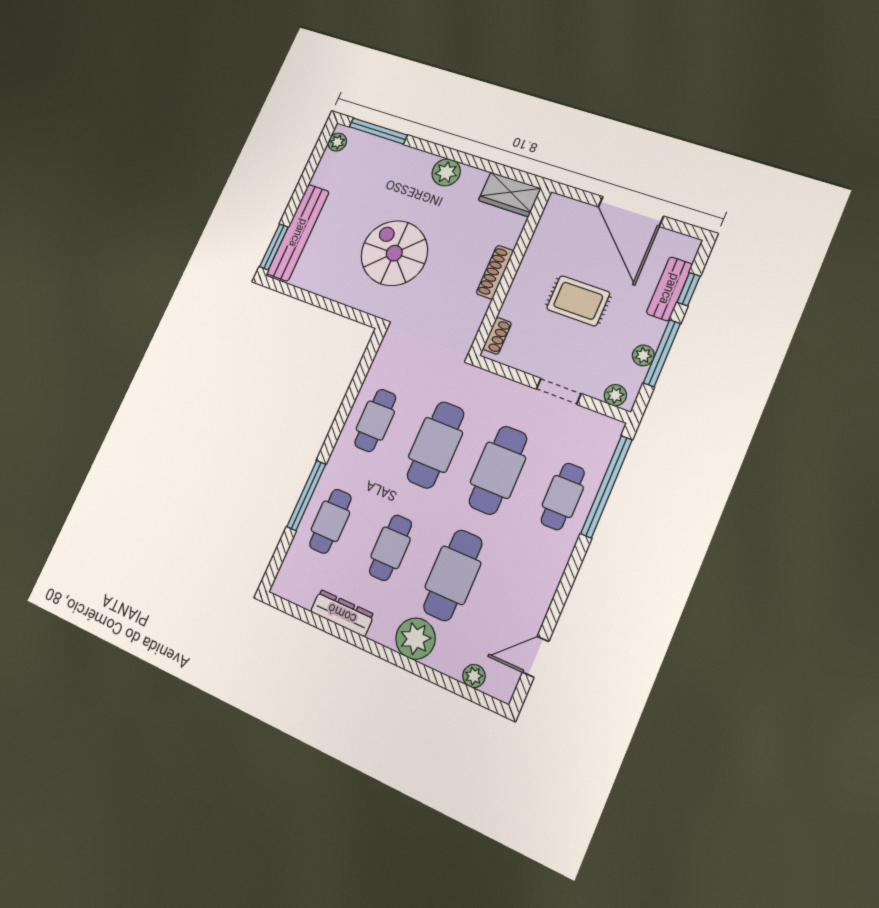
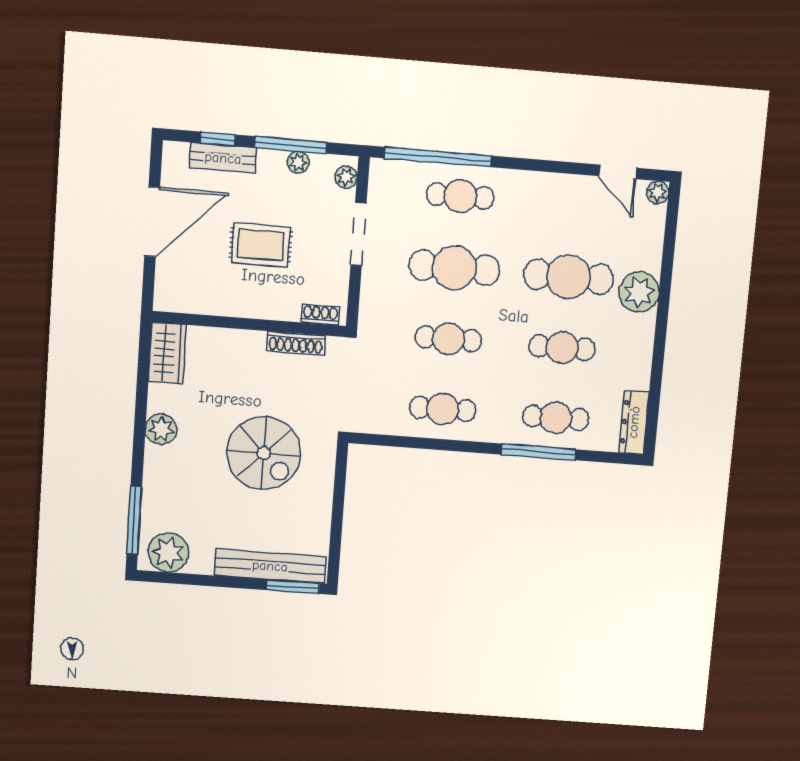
plant: (337, 142) -> (168, 553), width x1.88, depth x1.88
spiral stairs: (394, 253) -> (264, 453), turned -90
shoe rack: (495, 272) -> (296, 343), moved
rug: (578, 301) -> (261, 245), turned 90
doorway: (559, 391) -> (358, 234), width x1.38
cafe table: (436, 445) -> (449, 339), width x0.73, depth x0.74
dresser: (342, 613) -> (634, 422), moved
plant: (474, 676) -> (658, 192), moved

